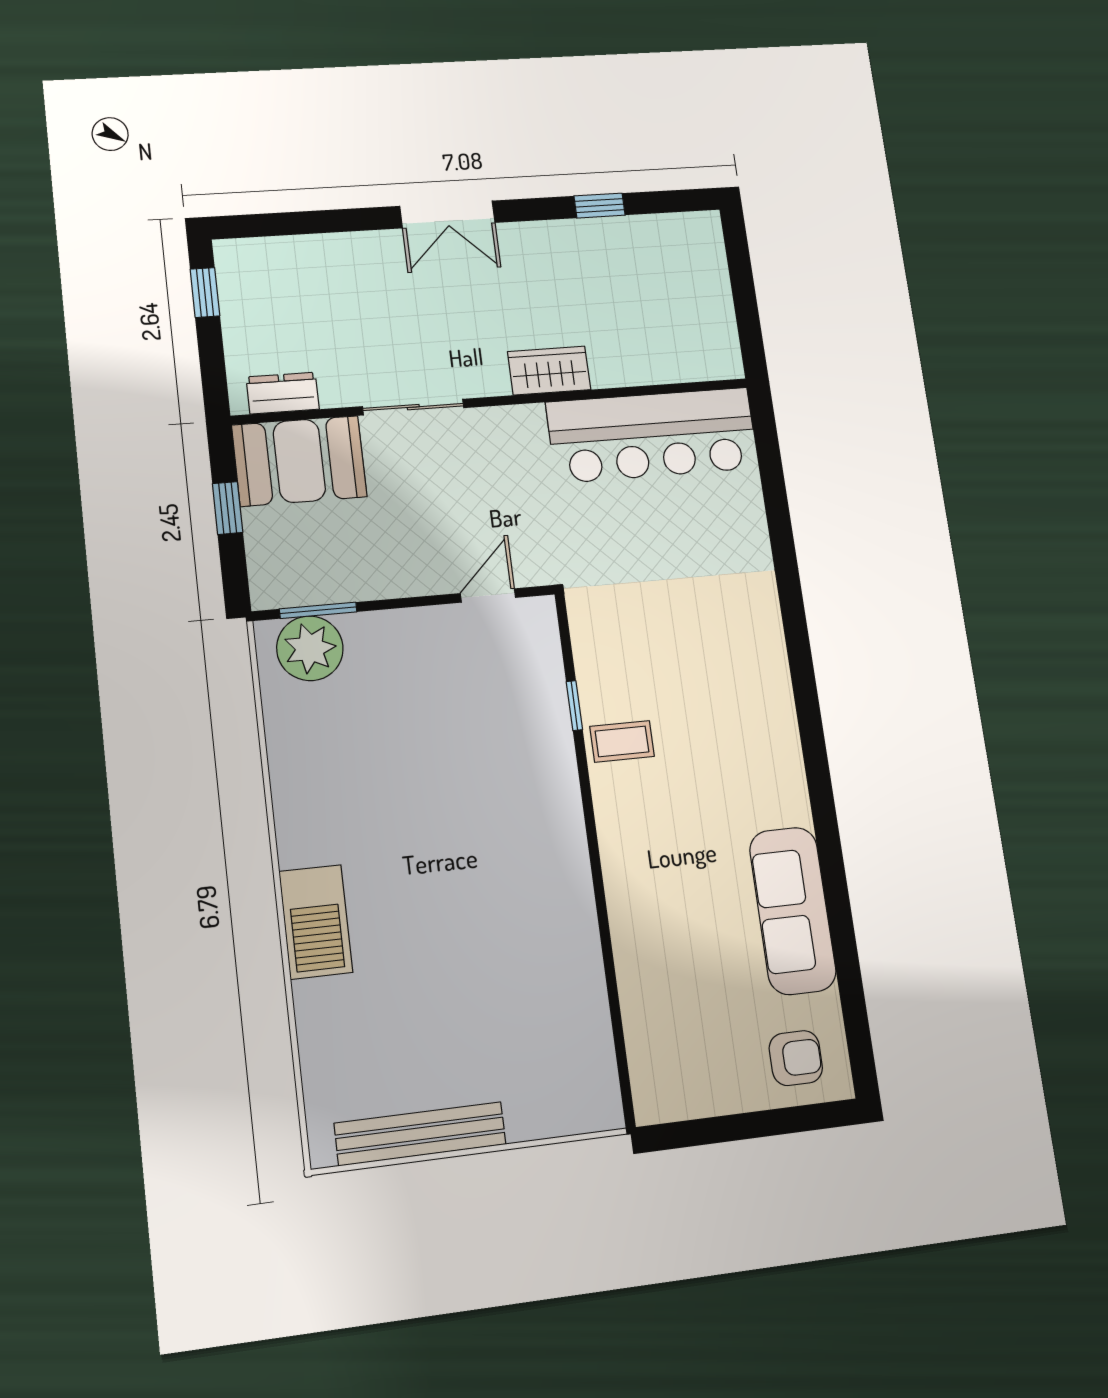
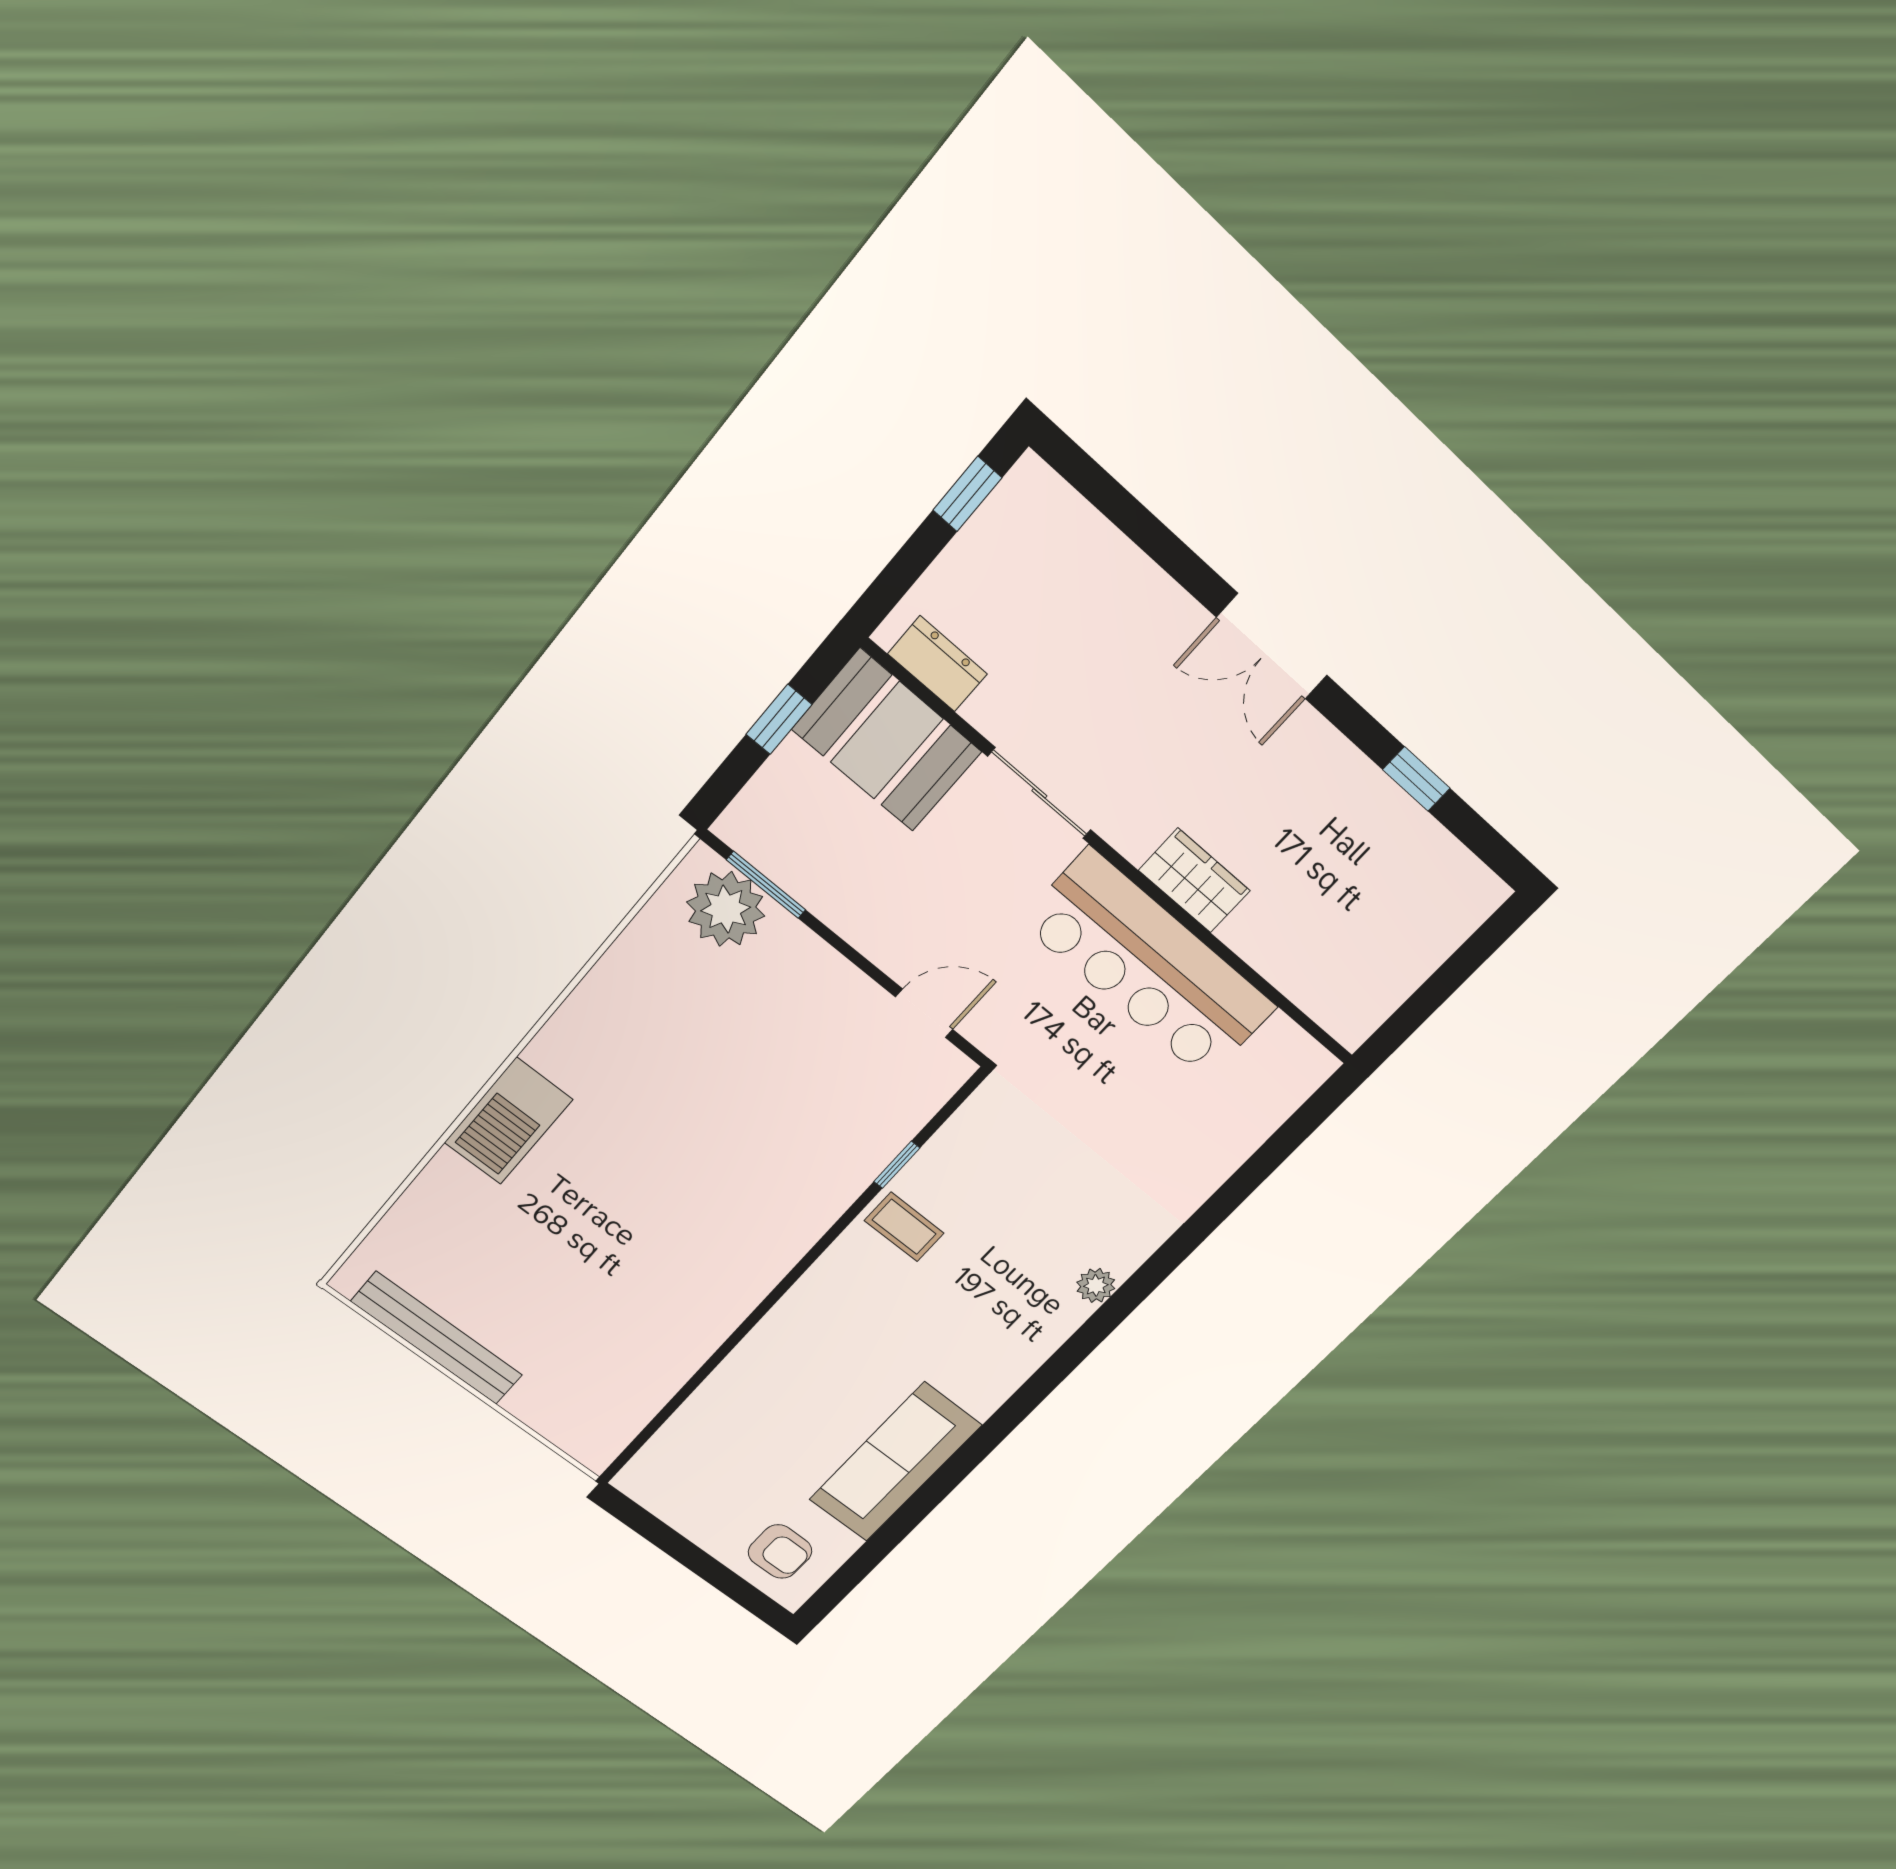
bar counter: (653, 435) -> (1149, 965), moved
plant: (772, 661) -> (1096, 1285), added

